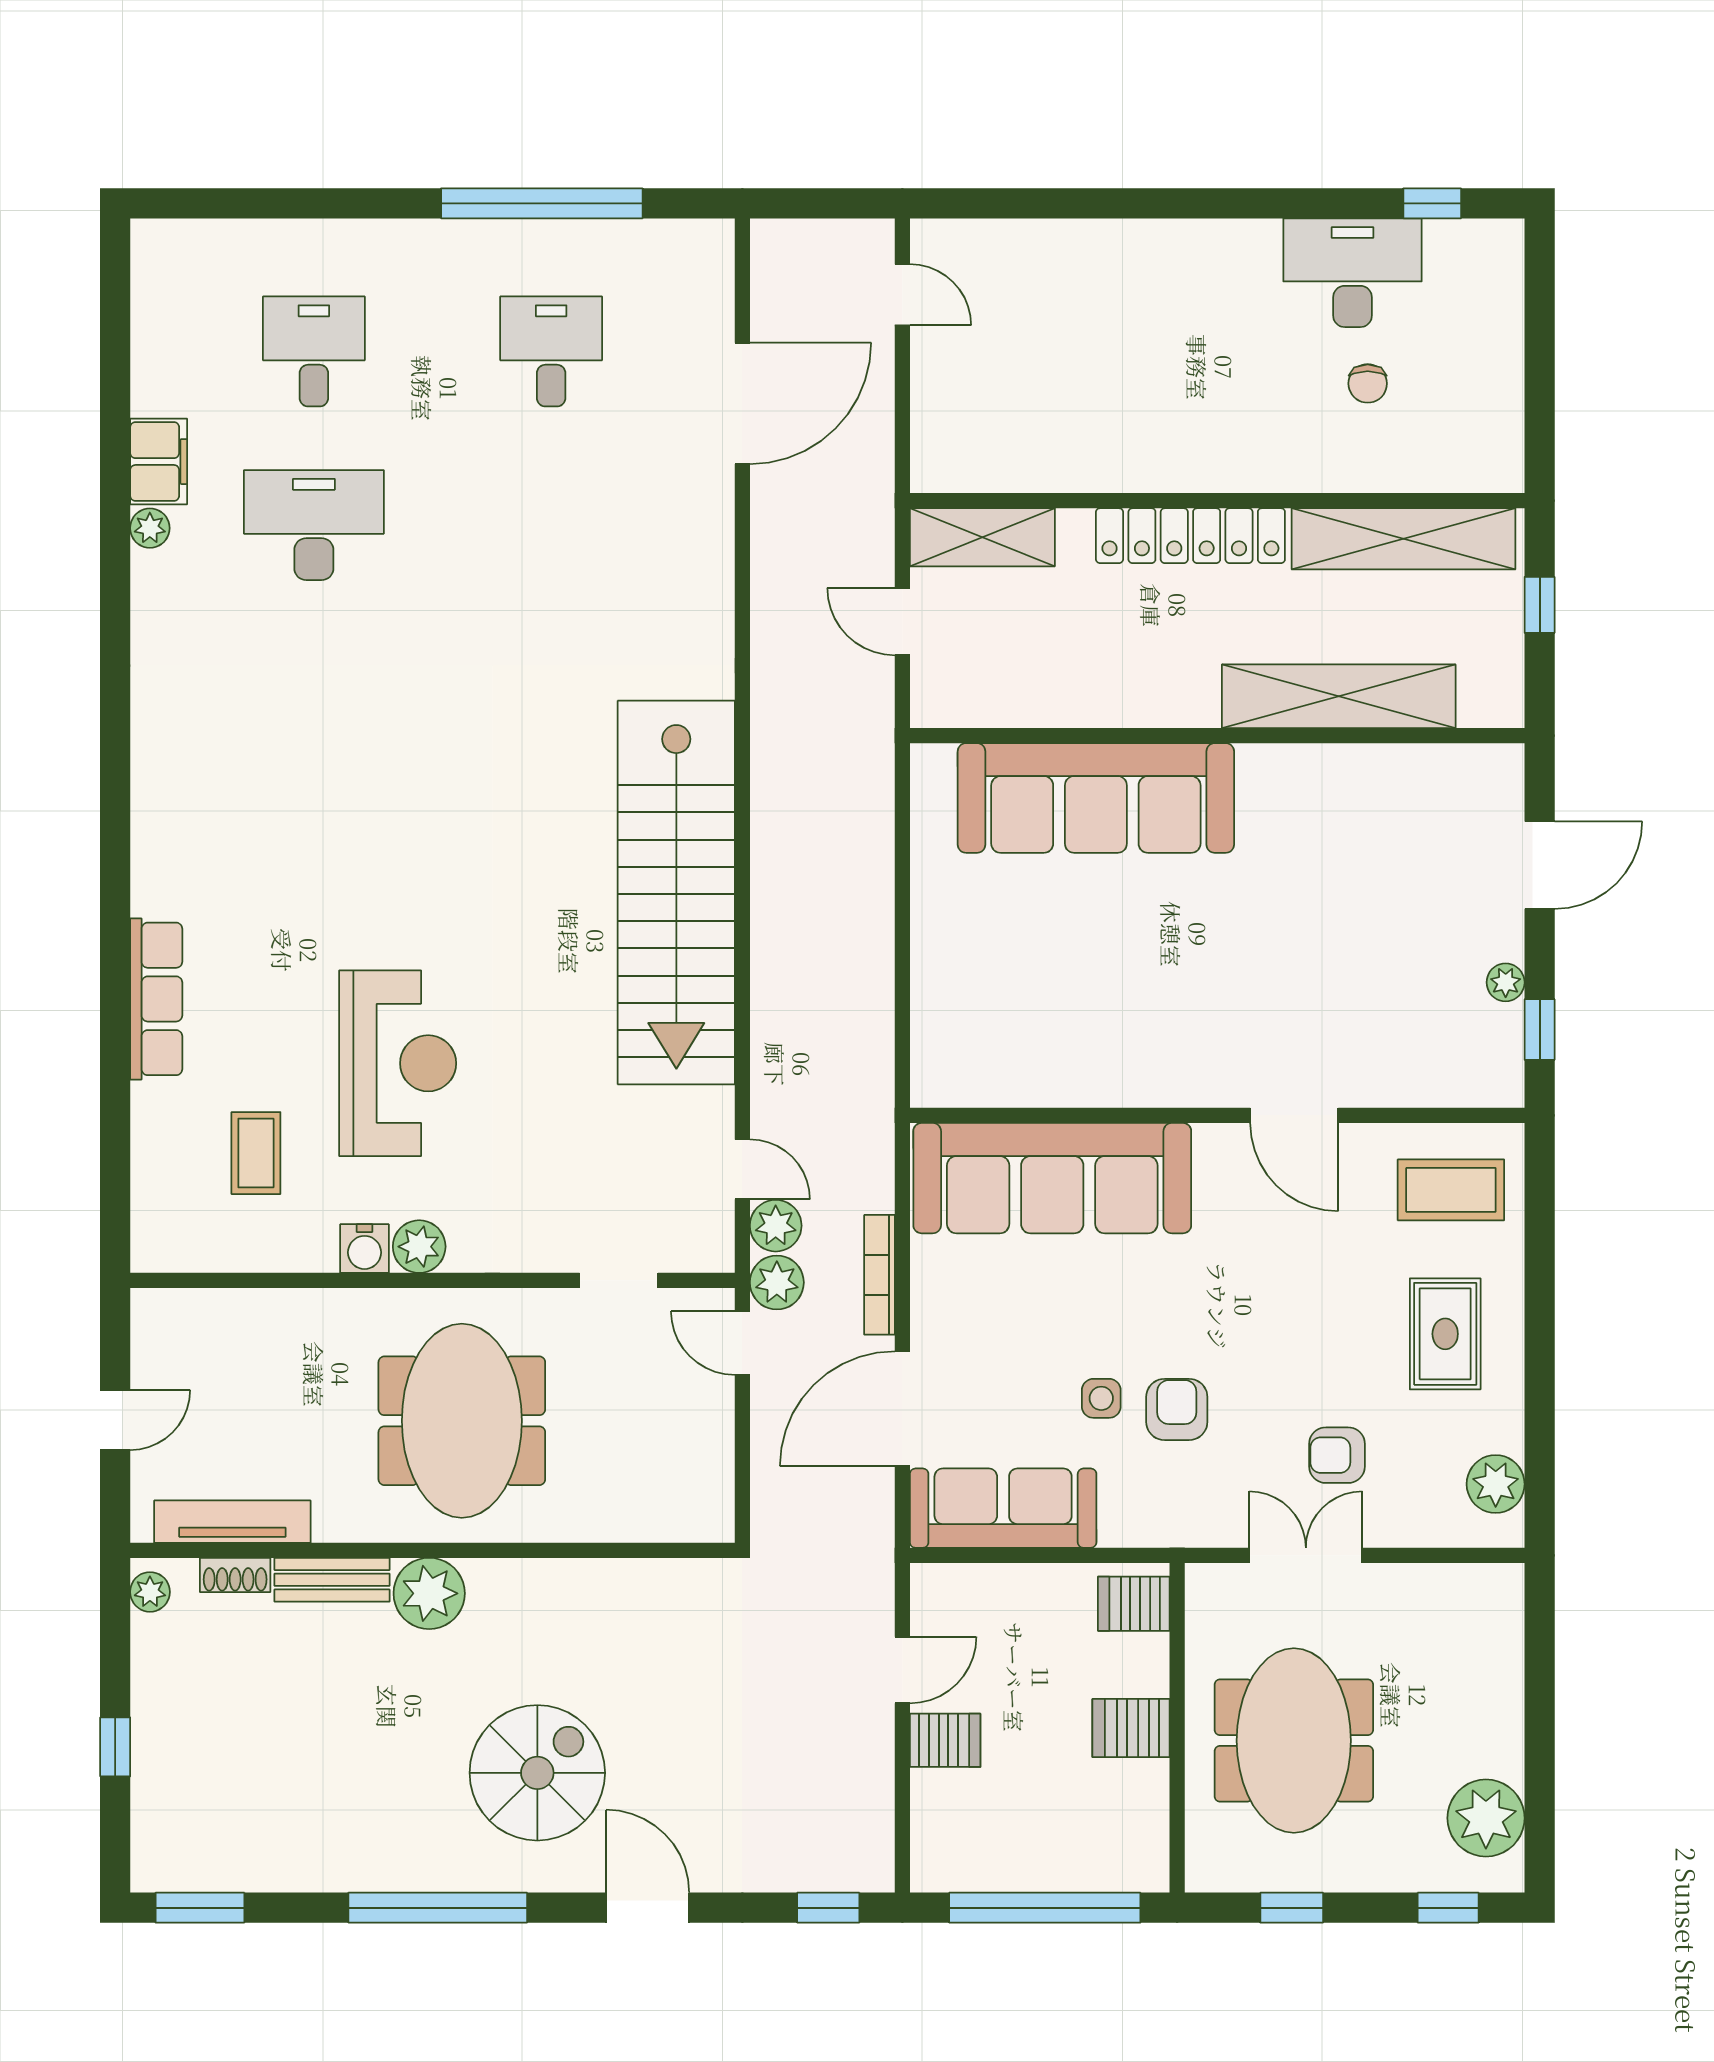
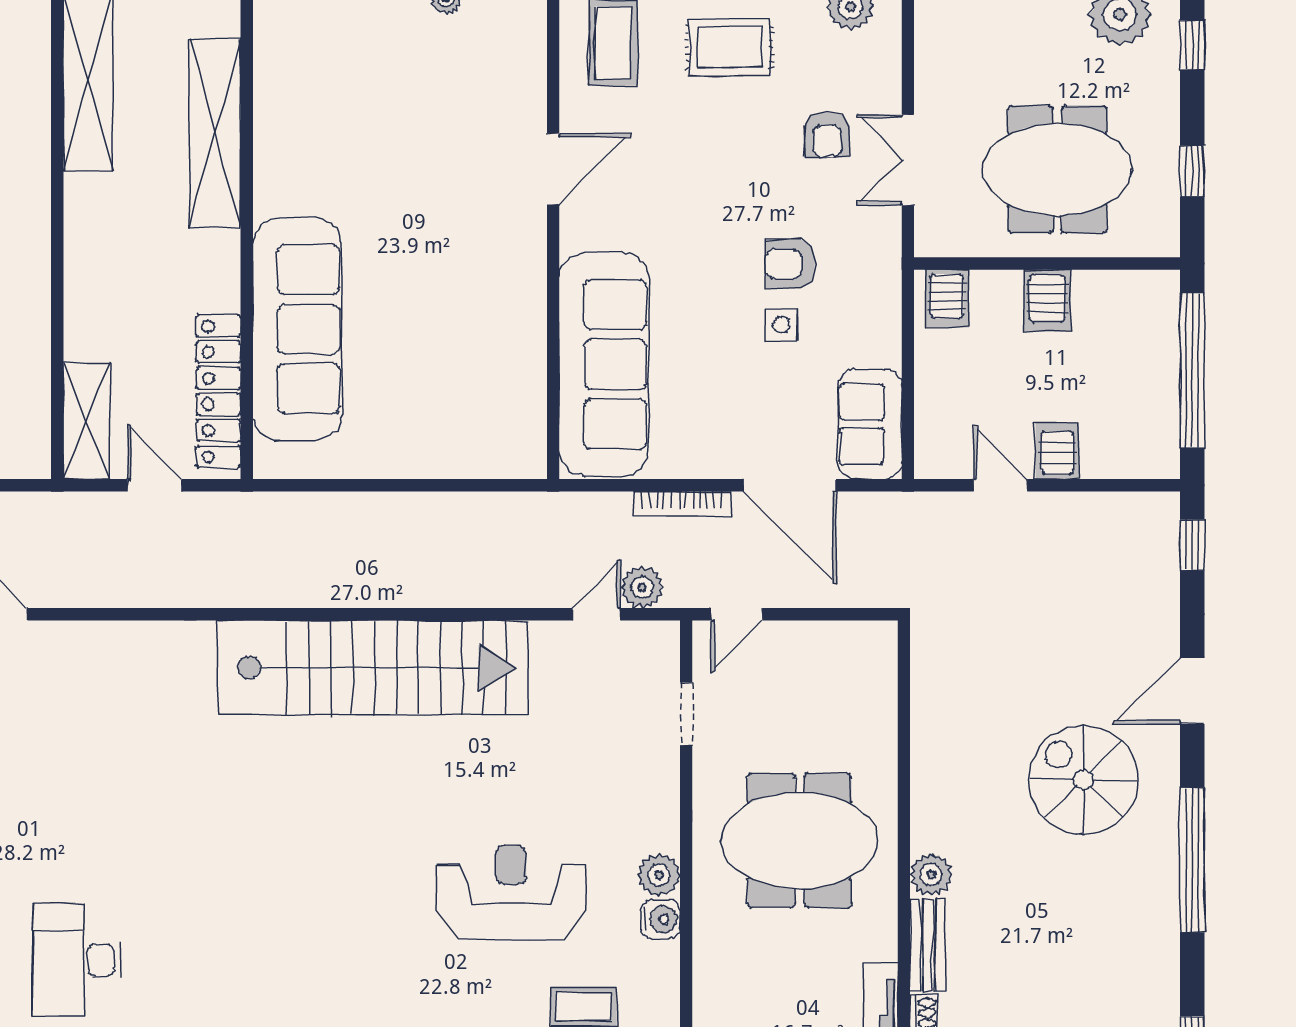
locker: (1190, 536) -> (219, 391), moved, turned 180
door: (902, 622) -> (155, 485), swing flipped
plant: (777, 1282) -> (688, 586), removed
sofa: (1003, 1508) -> (870, 424), width x0.73
plant: (429, 1593) -> (931, 875), width x0.73, depth x0.73

